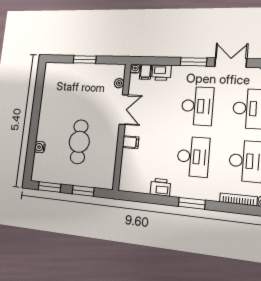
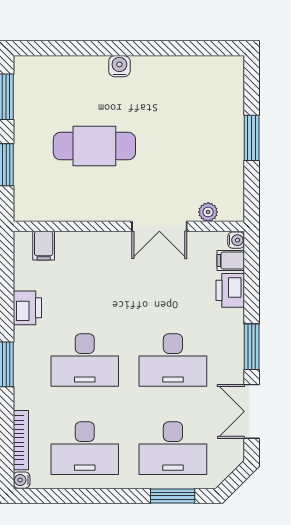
double door: (231, 63) -> (252, 411), swing flipped
filing cabinet: (131, 142) -> (44, 246), moved
water cooler: (40, 147) -> (119, 66), moved

